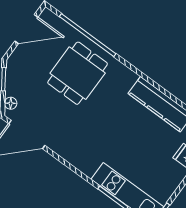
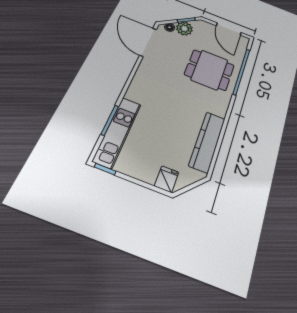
plant: (16, 85) -> (184, 29), added

